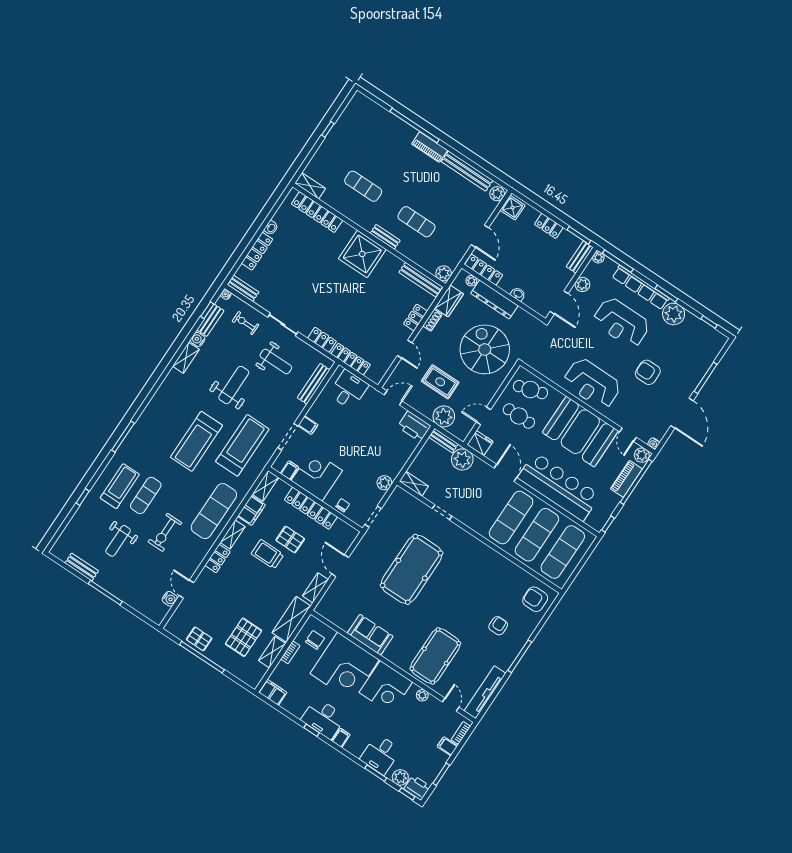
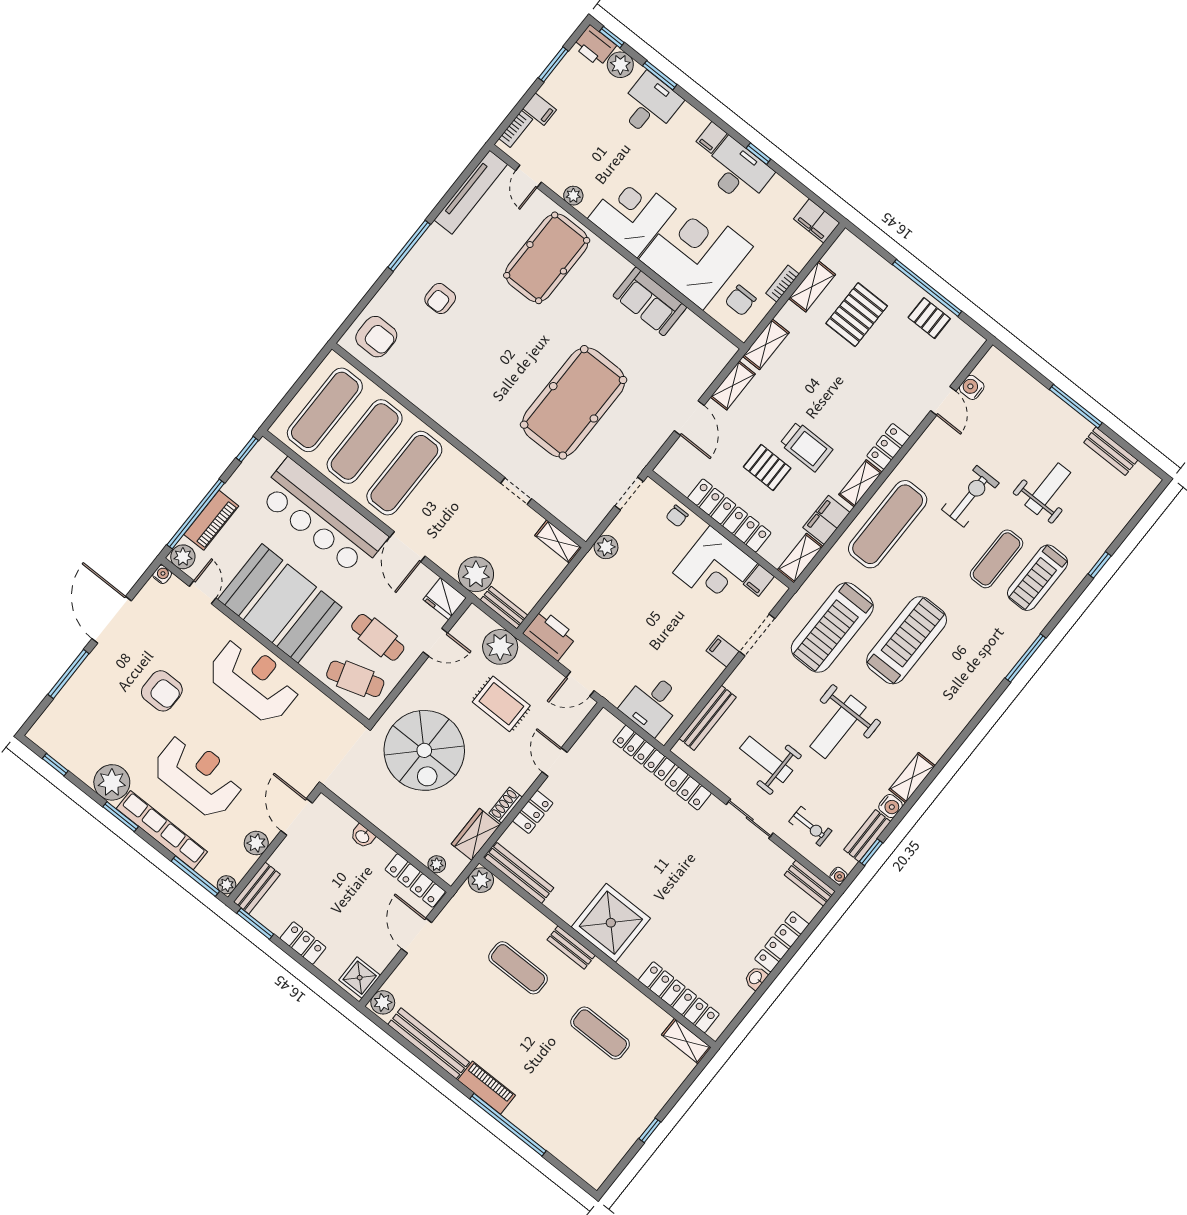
dresser: (494, 300) -> (402, 830), removed
shelving: (291, 619) -> (766, 344), width x0.67, depth x0.75

